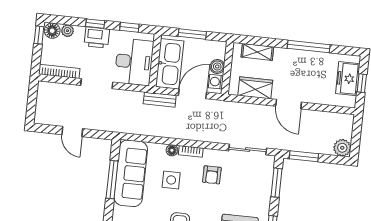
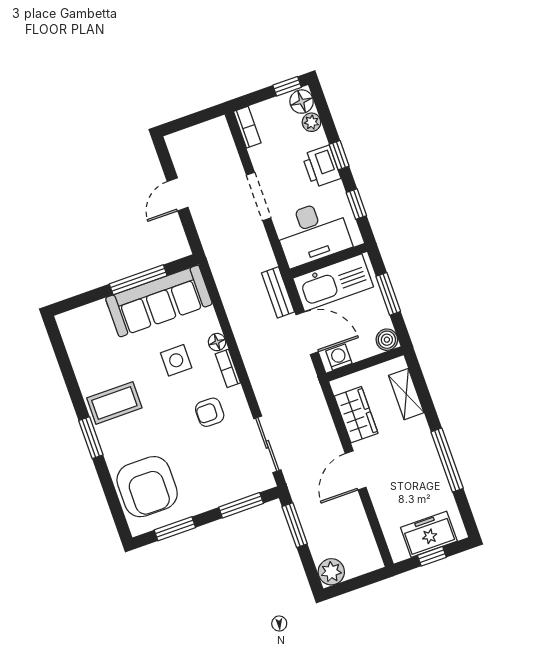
boiler: (217, 66) -> (387, 340), moved
bookcase: (59, 71) -> (247, 127), width x0.64

